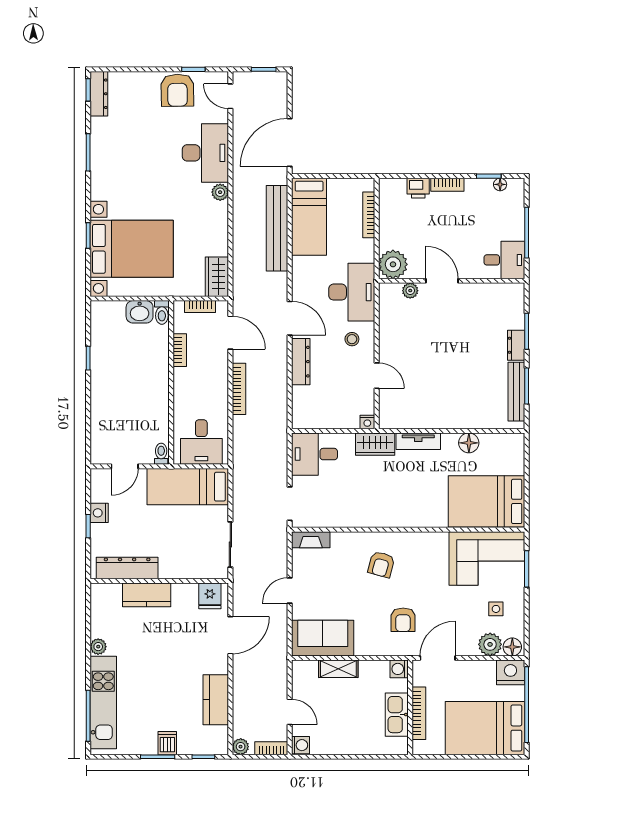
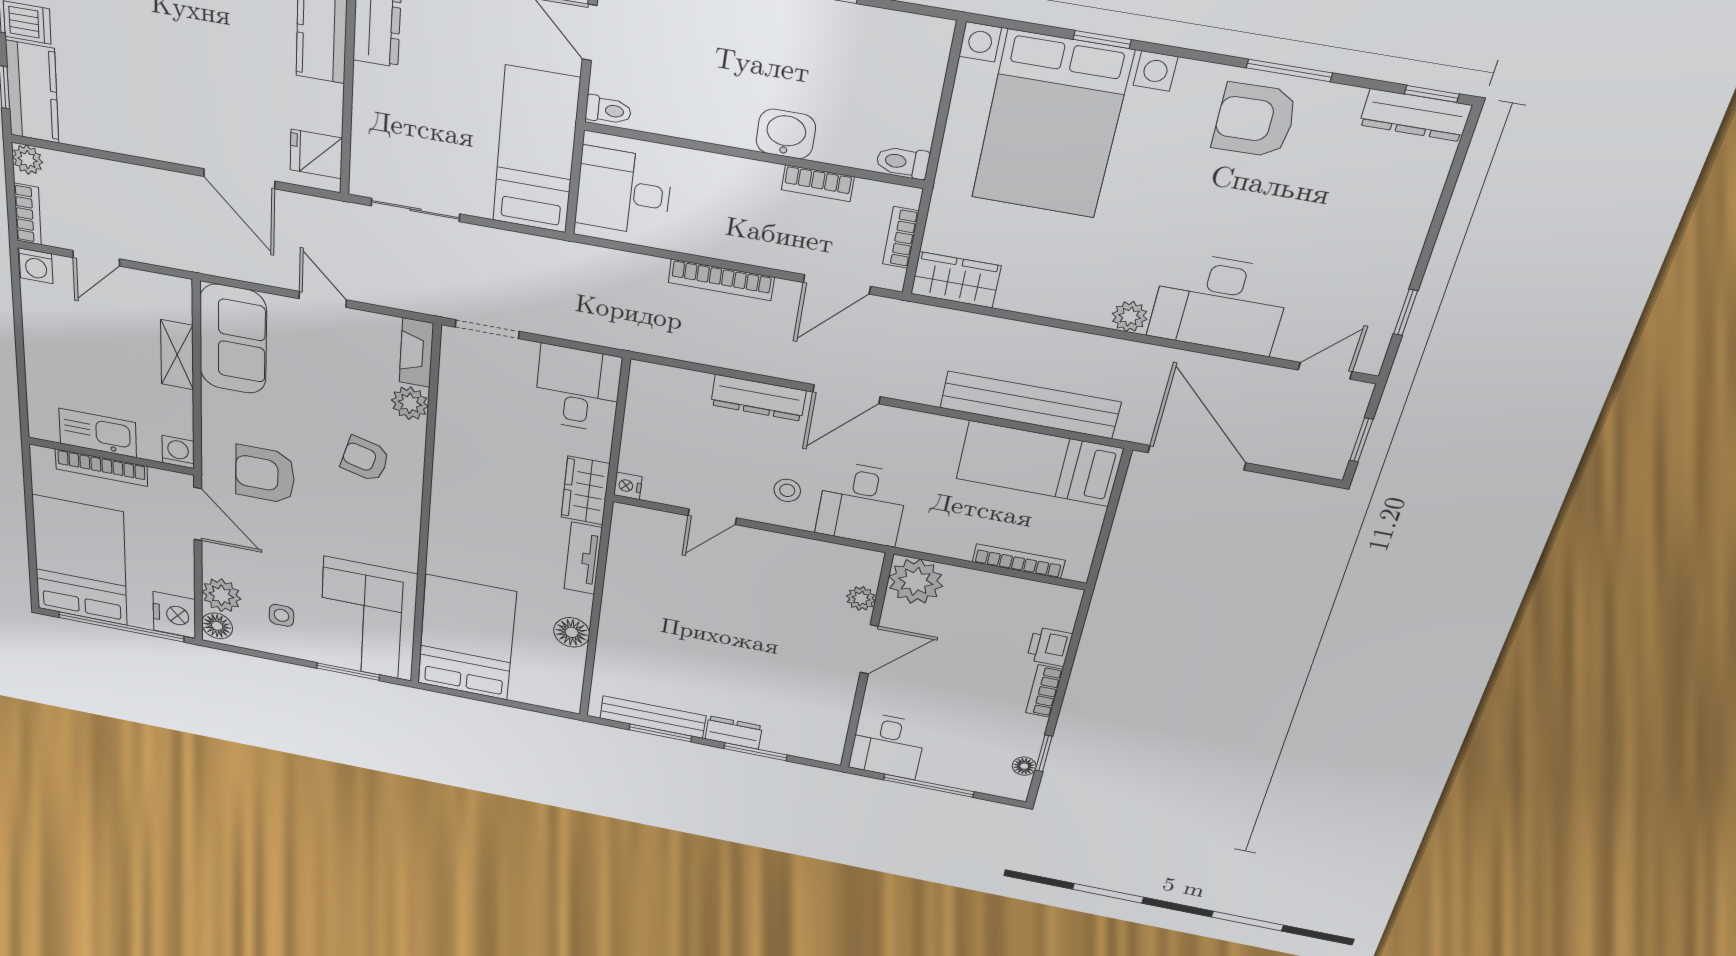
armchair: (177, 90) -> (1255, 120), moved
desk: (352, 292) -> (862, 504), width x0.73
washbasin: (140, 312) -> (786, 134), moved, turned 90
plant: (342, 542) -> (410, 403), added
armchair: (403, 620) -> (265, 474), width x1.38, depth x1.38
kitchen counter: (216, 700) -> (32, 92), moved, turned 90

